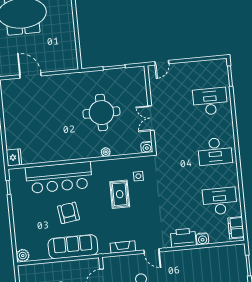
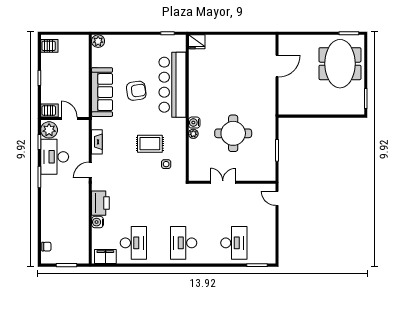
water cooler: (147, 147) -> (194, 123), moved

